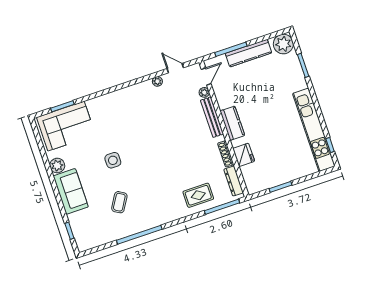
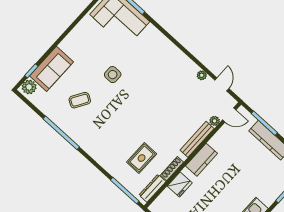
plant: (57, 165) -> (29, 87), moved
sofa: (71, 191) -> (51, 69), moved
rug: (198, 195) -> (142, 158), moved, turned 90

